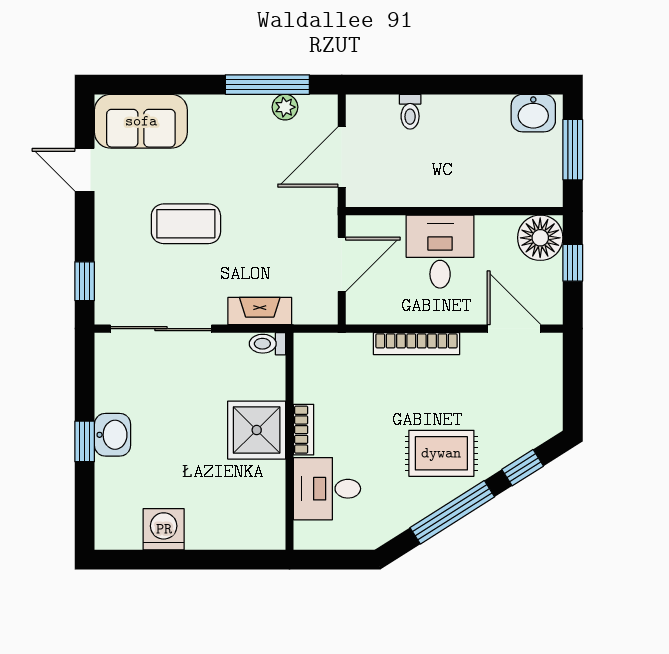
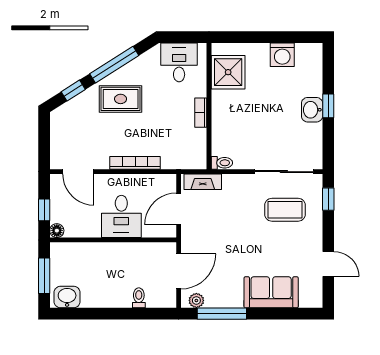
plant: (285, 107) -> (196, 300), moved
sofa: (141, 121) -> (271, 292), moved
coffee table: (186, 224) -> (285, 210), moved
floor lamp: (540, 238) -> (57, 231), width x0.53, depth x0.53
fireplace: (260, 311) -> (203, 182), moved
shower: (257, 430) -> (228, 72), moved
desk: (327, 489) -> (179, 62), moved, turned -90

